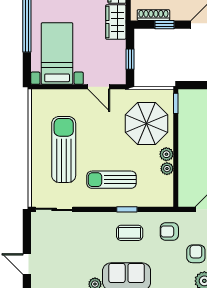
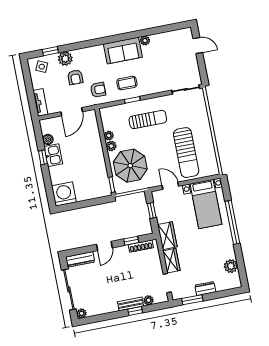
sun lounger: (64, 149) -> (186, 153), moved

